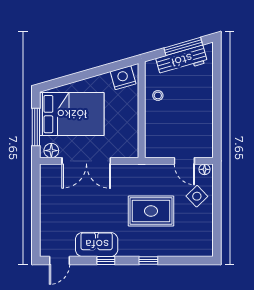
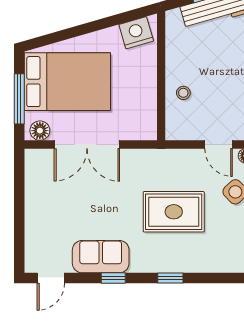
stool: (158, 95) -> (183, 93), moved

